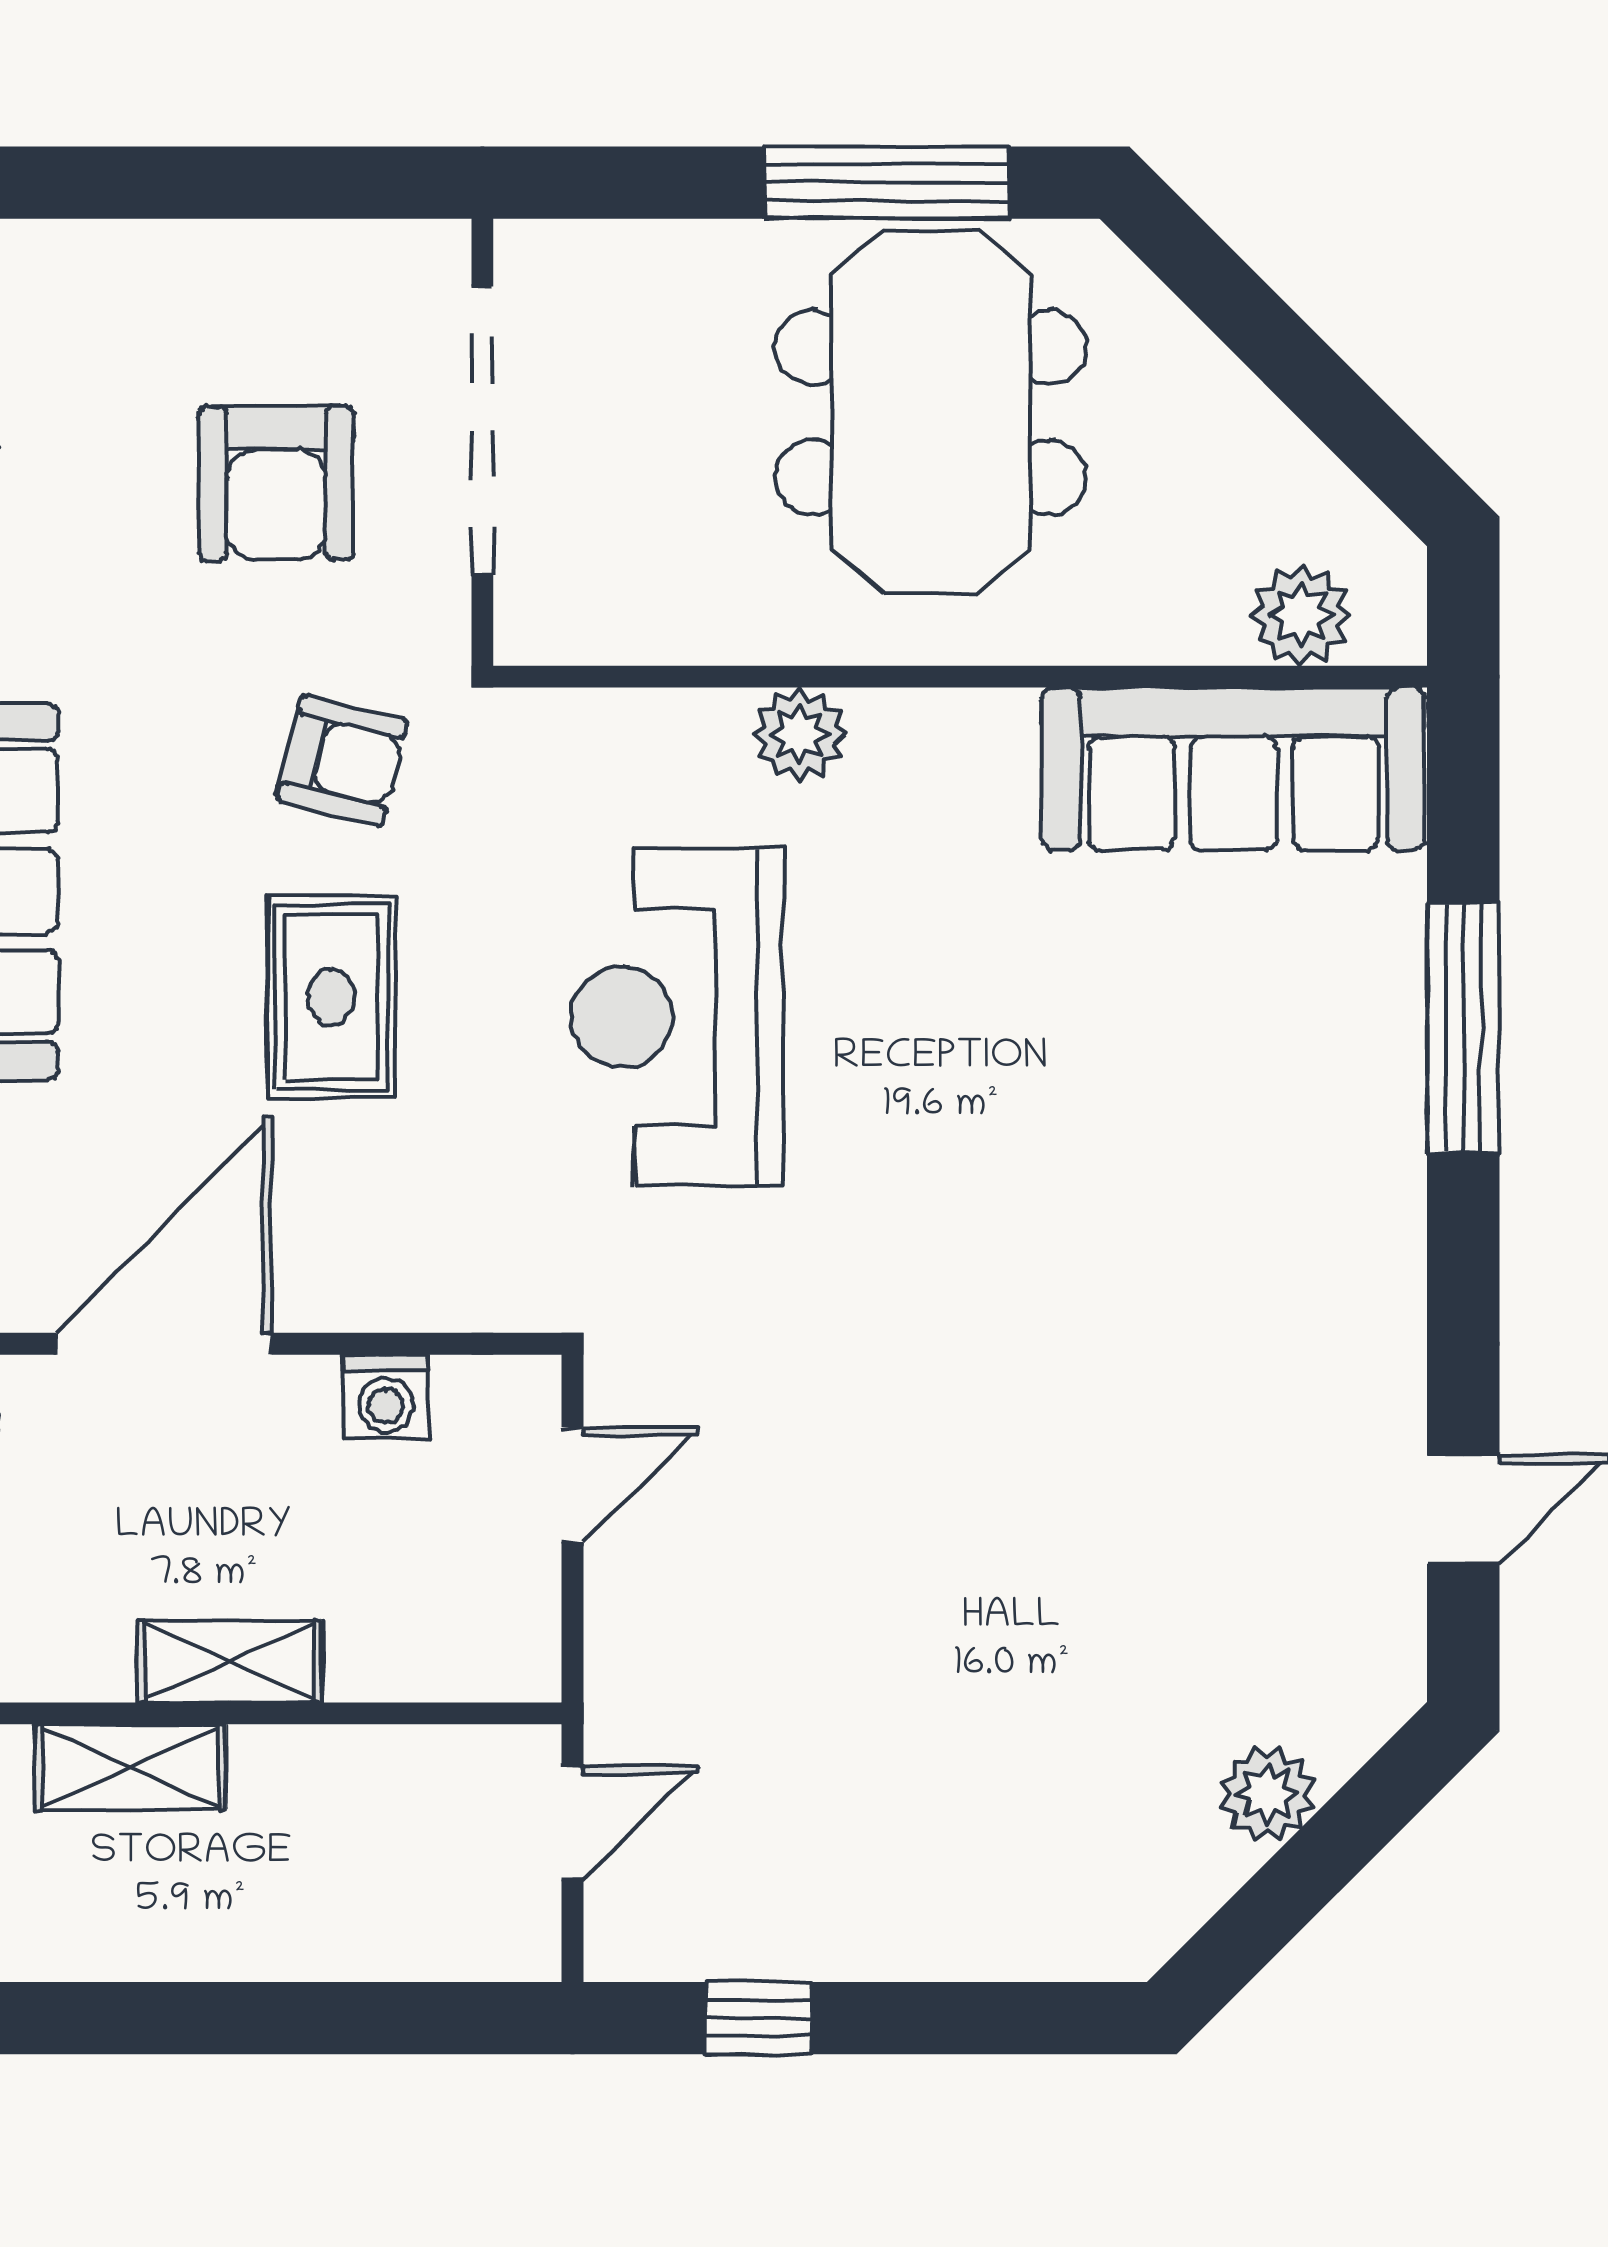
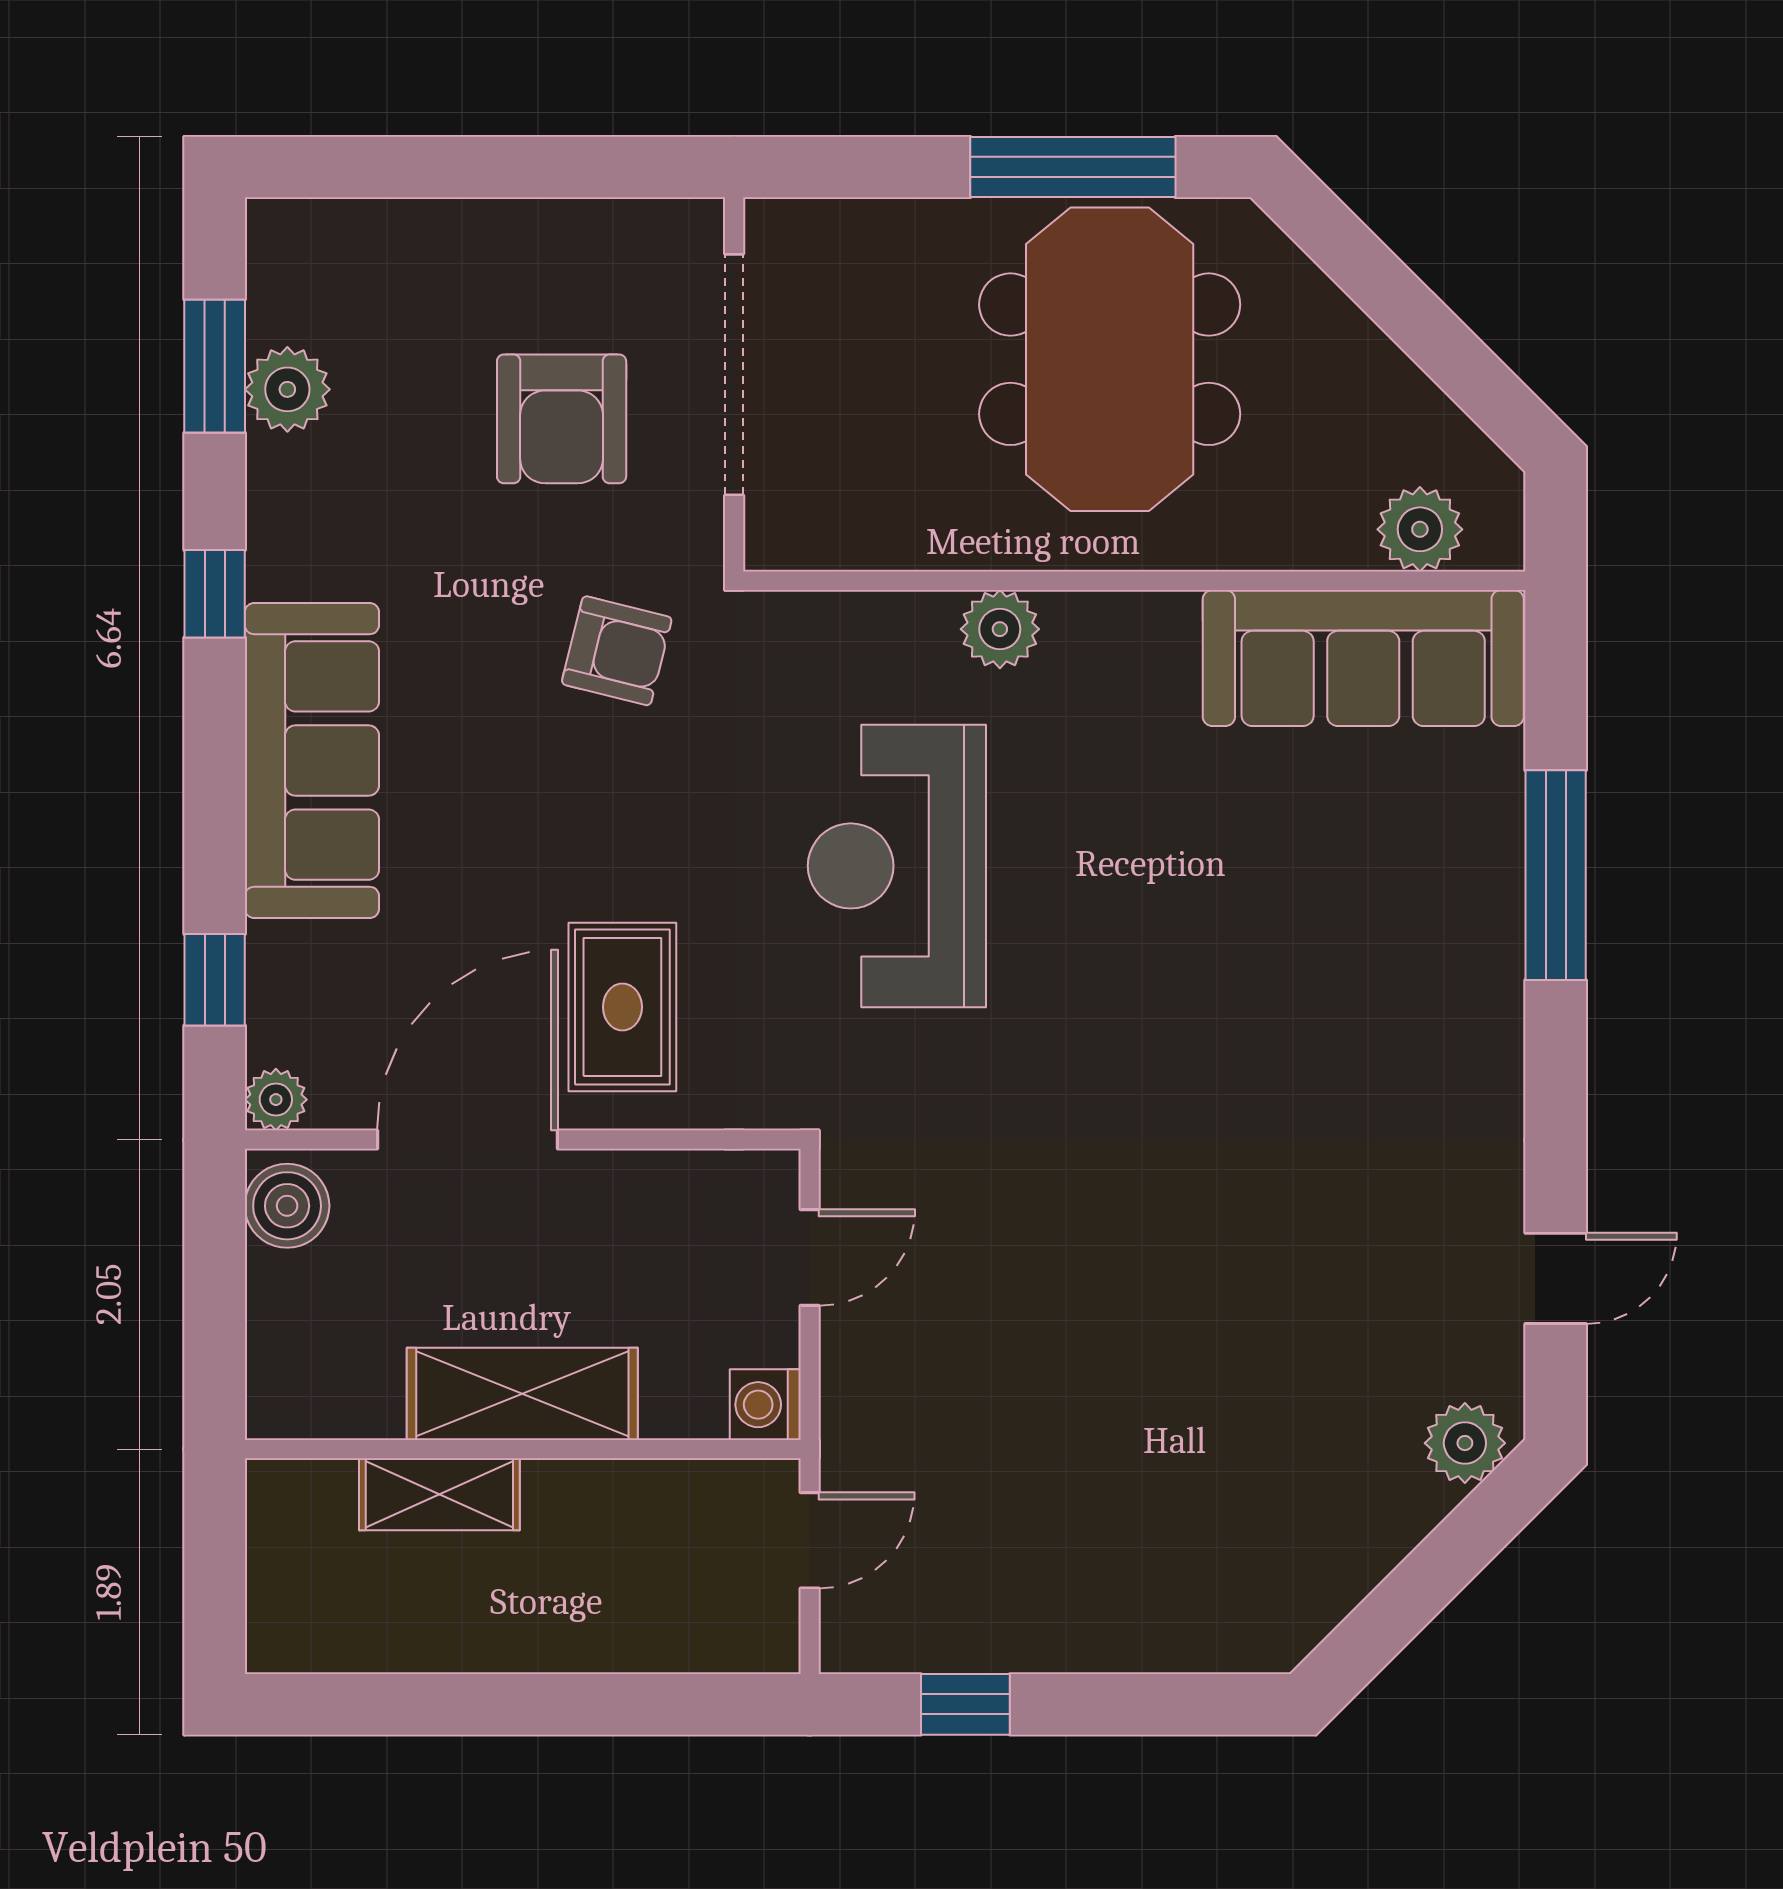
rug: (331, 997) -> (622, 1007), moved
washing machine: (386, 1397) -> (765, 1405), moved, turned 90
shelving: (229, 1661) -> (522, 1394), width x1.50, depth x1.33
plant: (1267, 1794) -> (1465, 1443), moved

